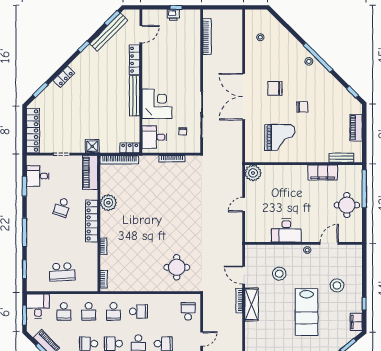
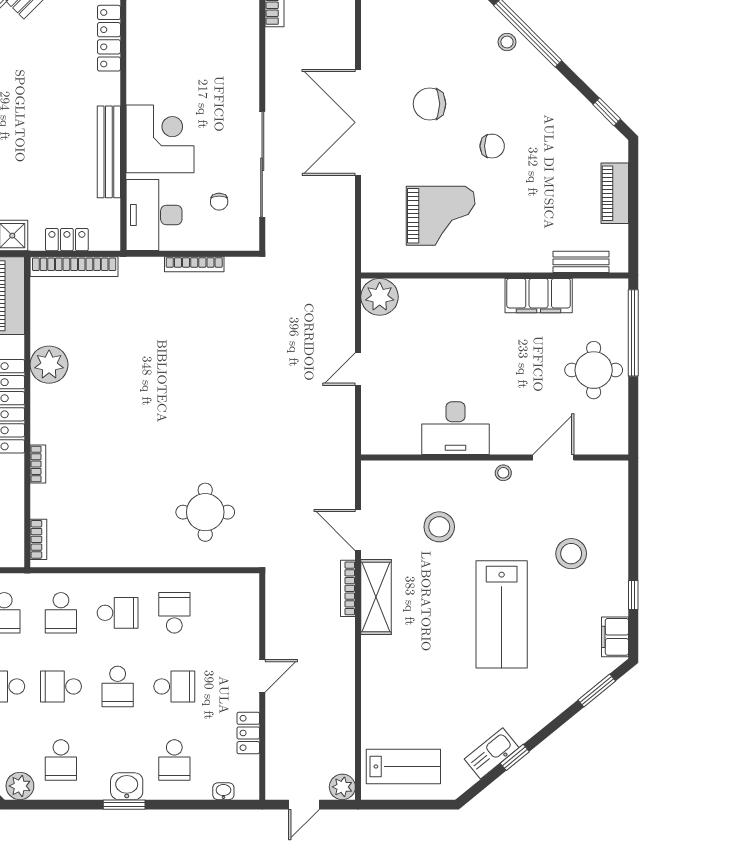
bench: (135, 96) -> (109, 152), moved
desk: (154, 137) -> (154, 215), width x1.37
locker: (130, 148) -> (67, 240), moved
school desk: (188, 311) -> (174, 613), moved

